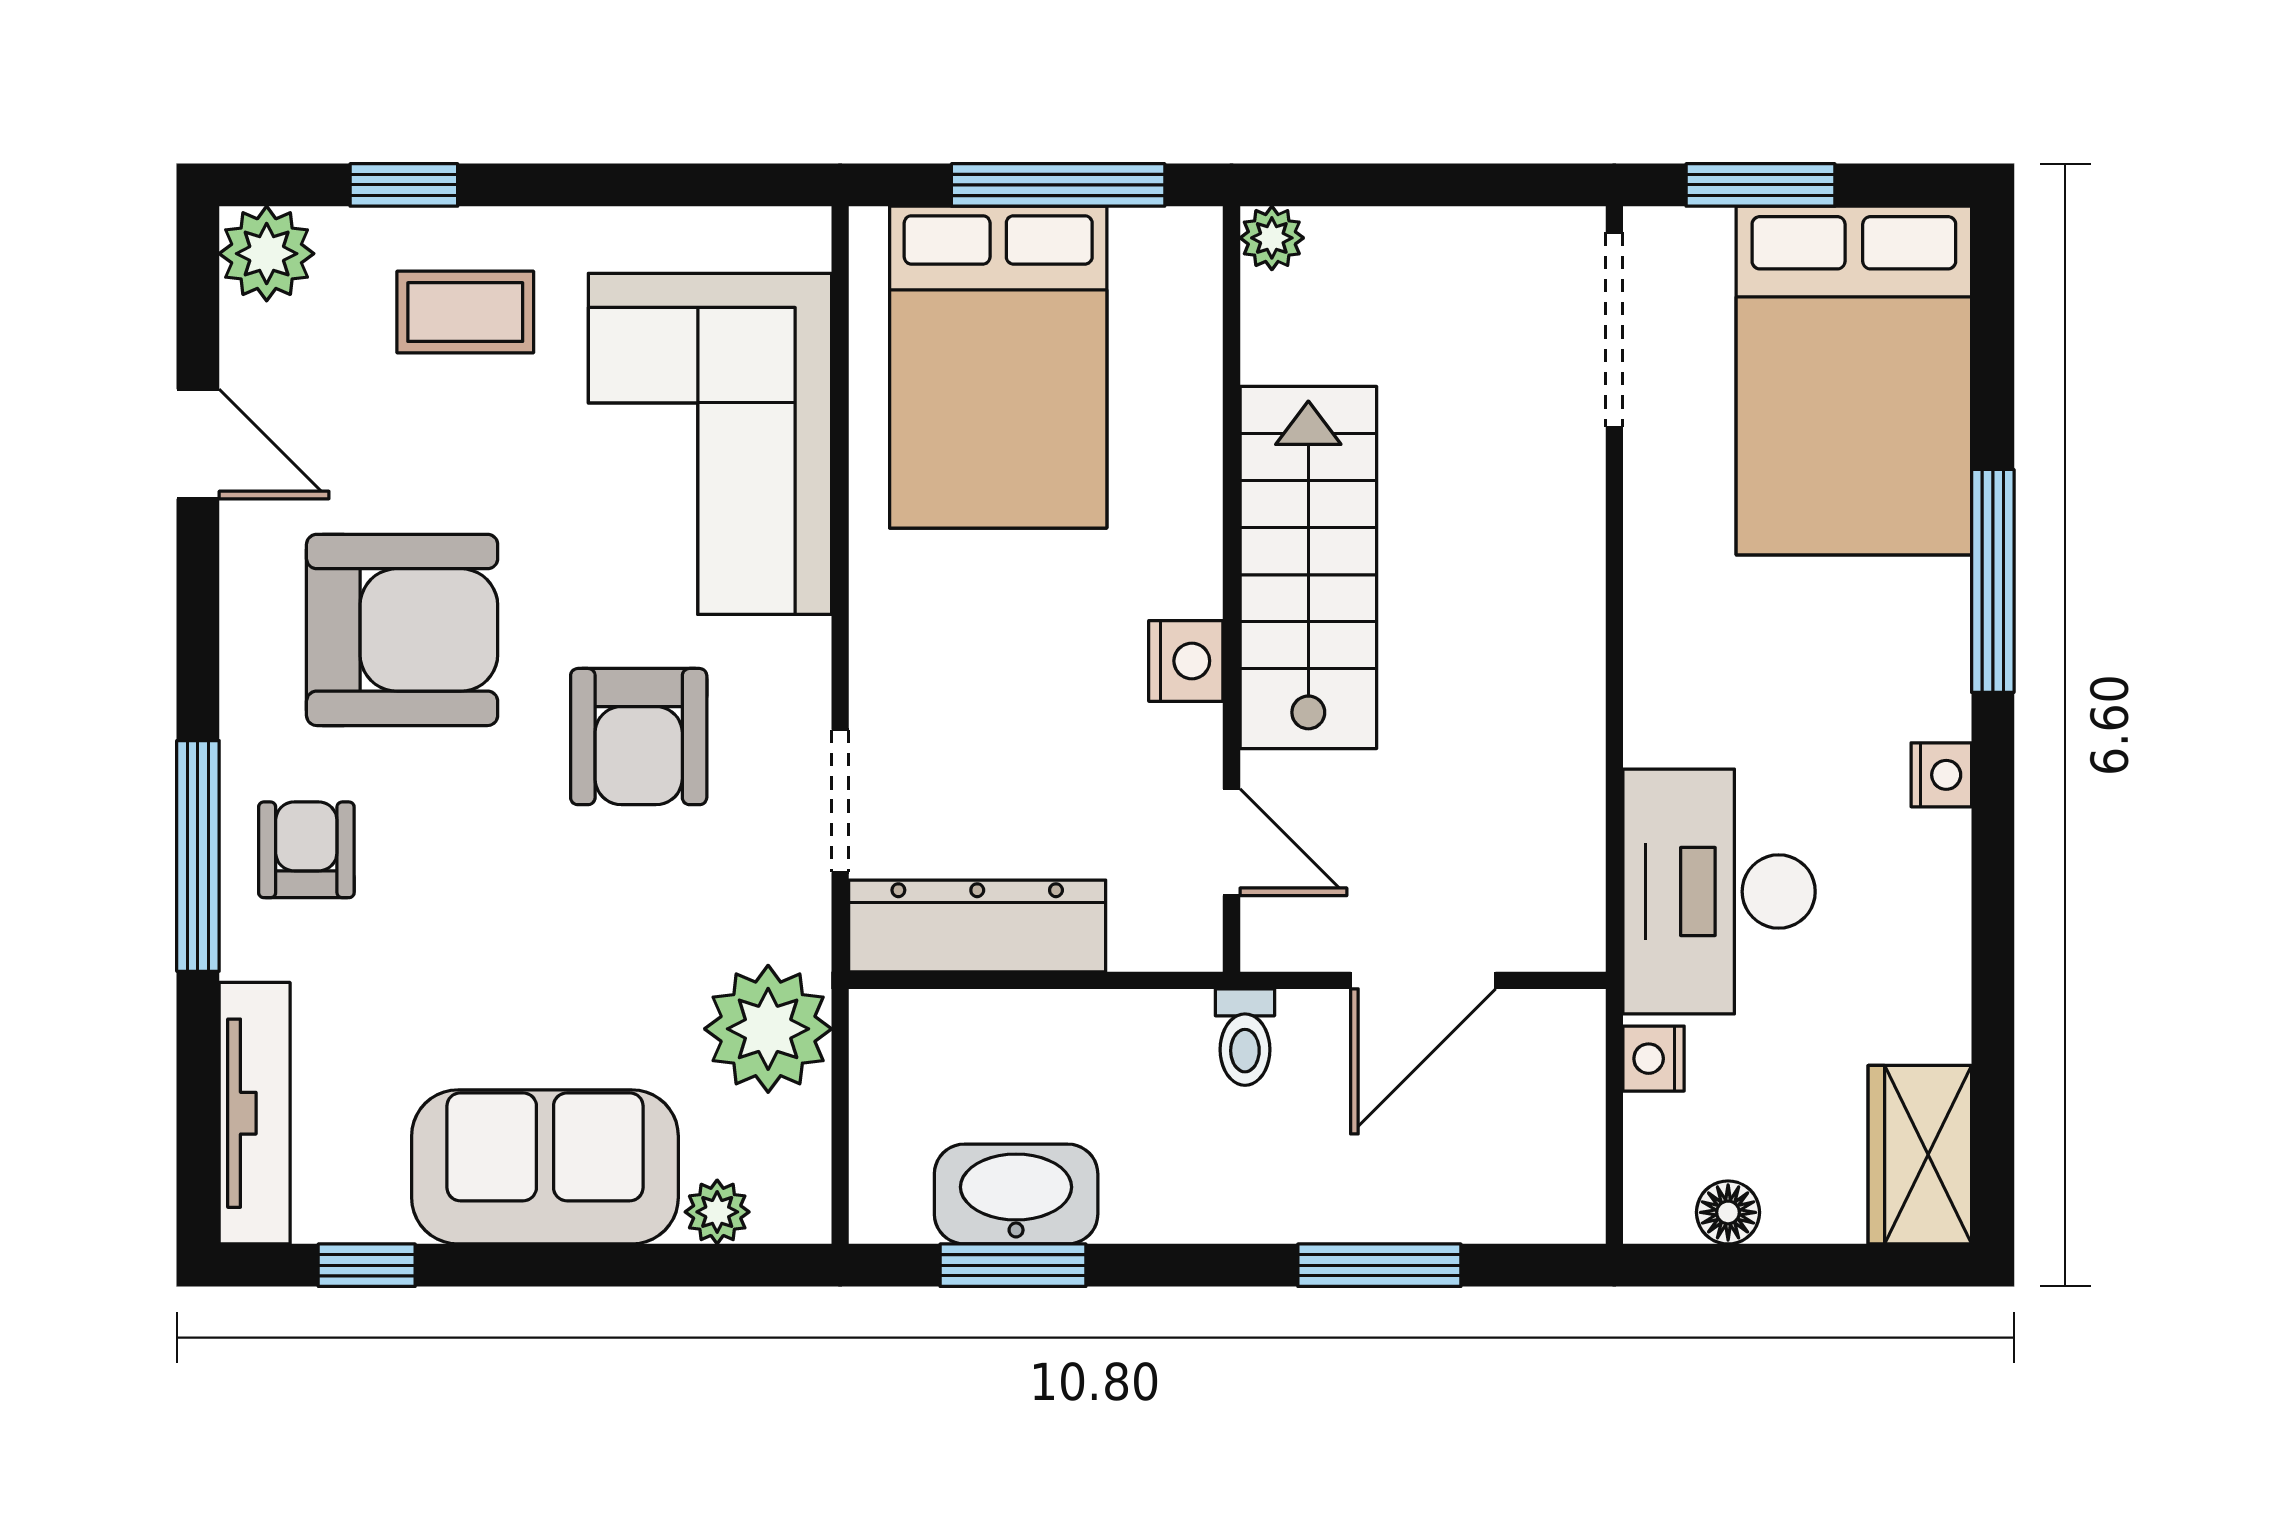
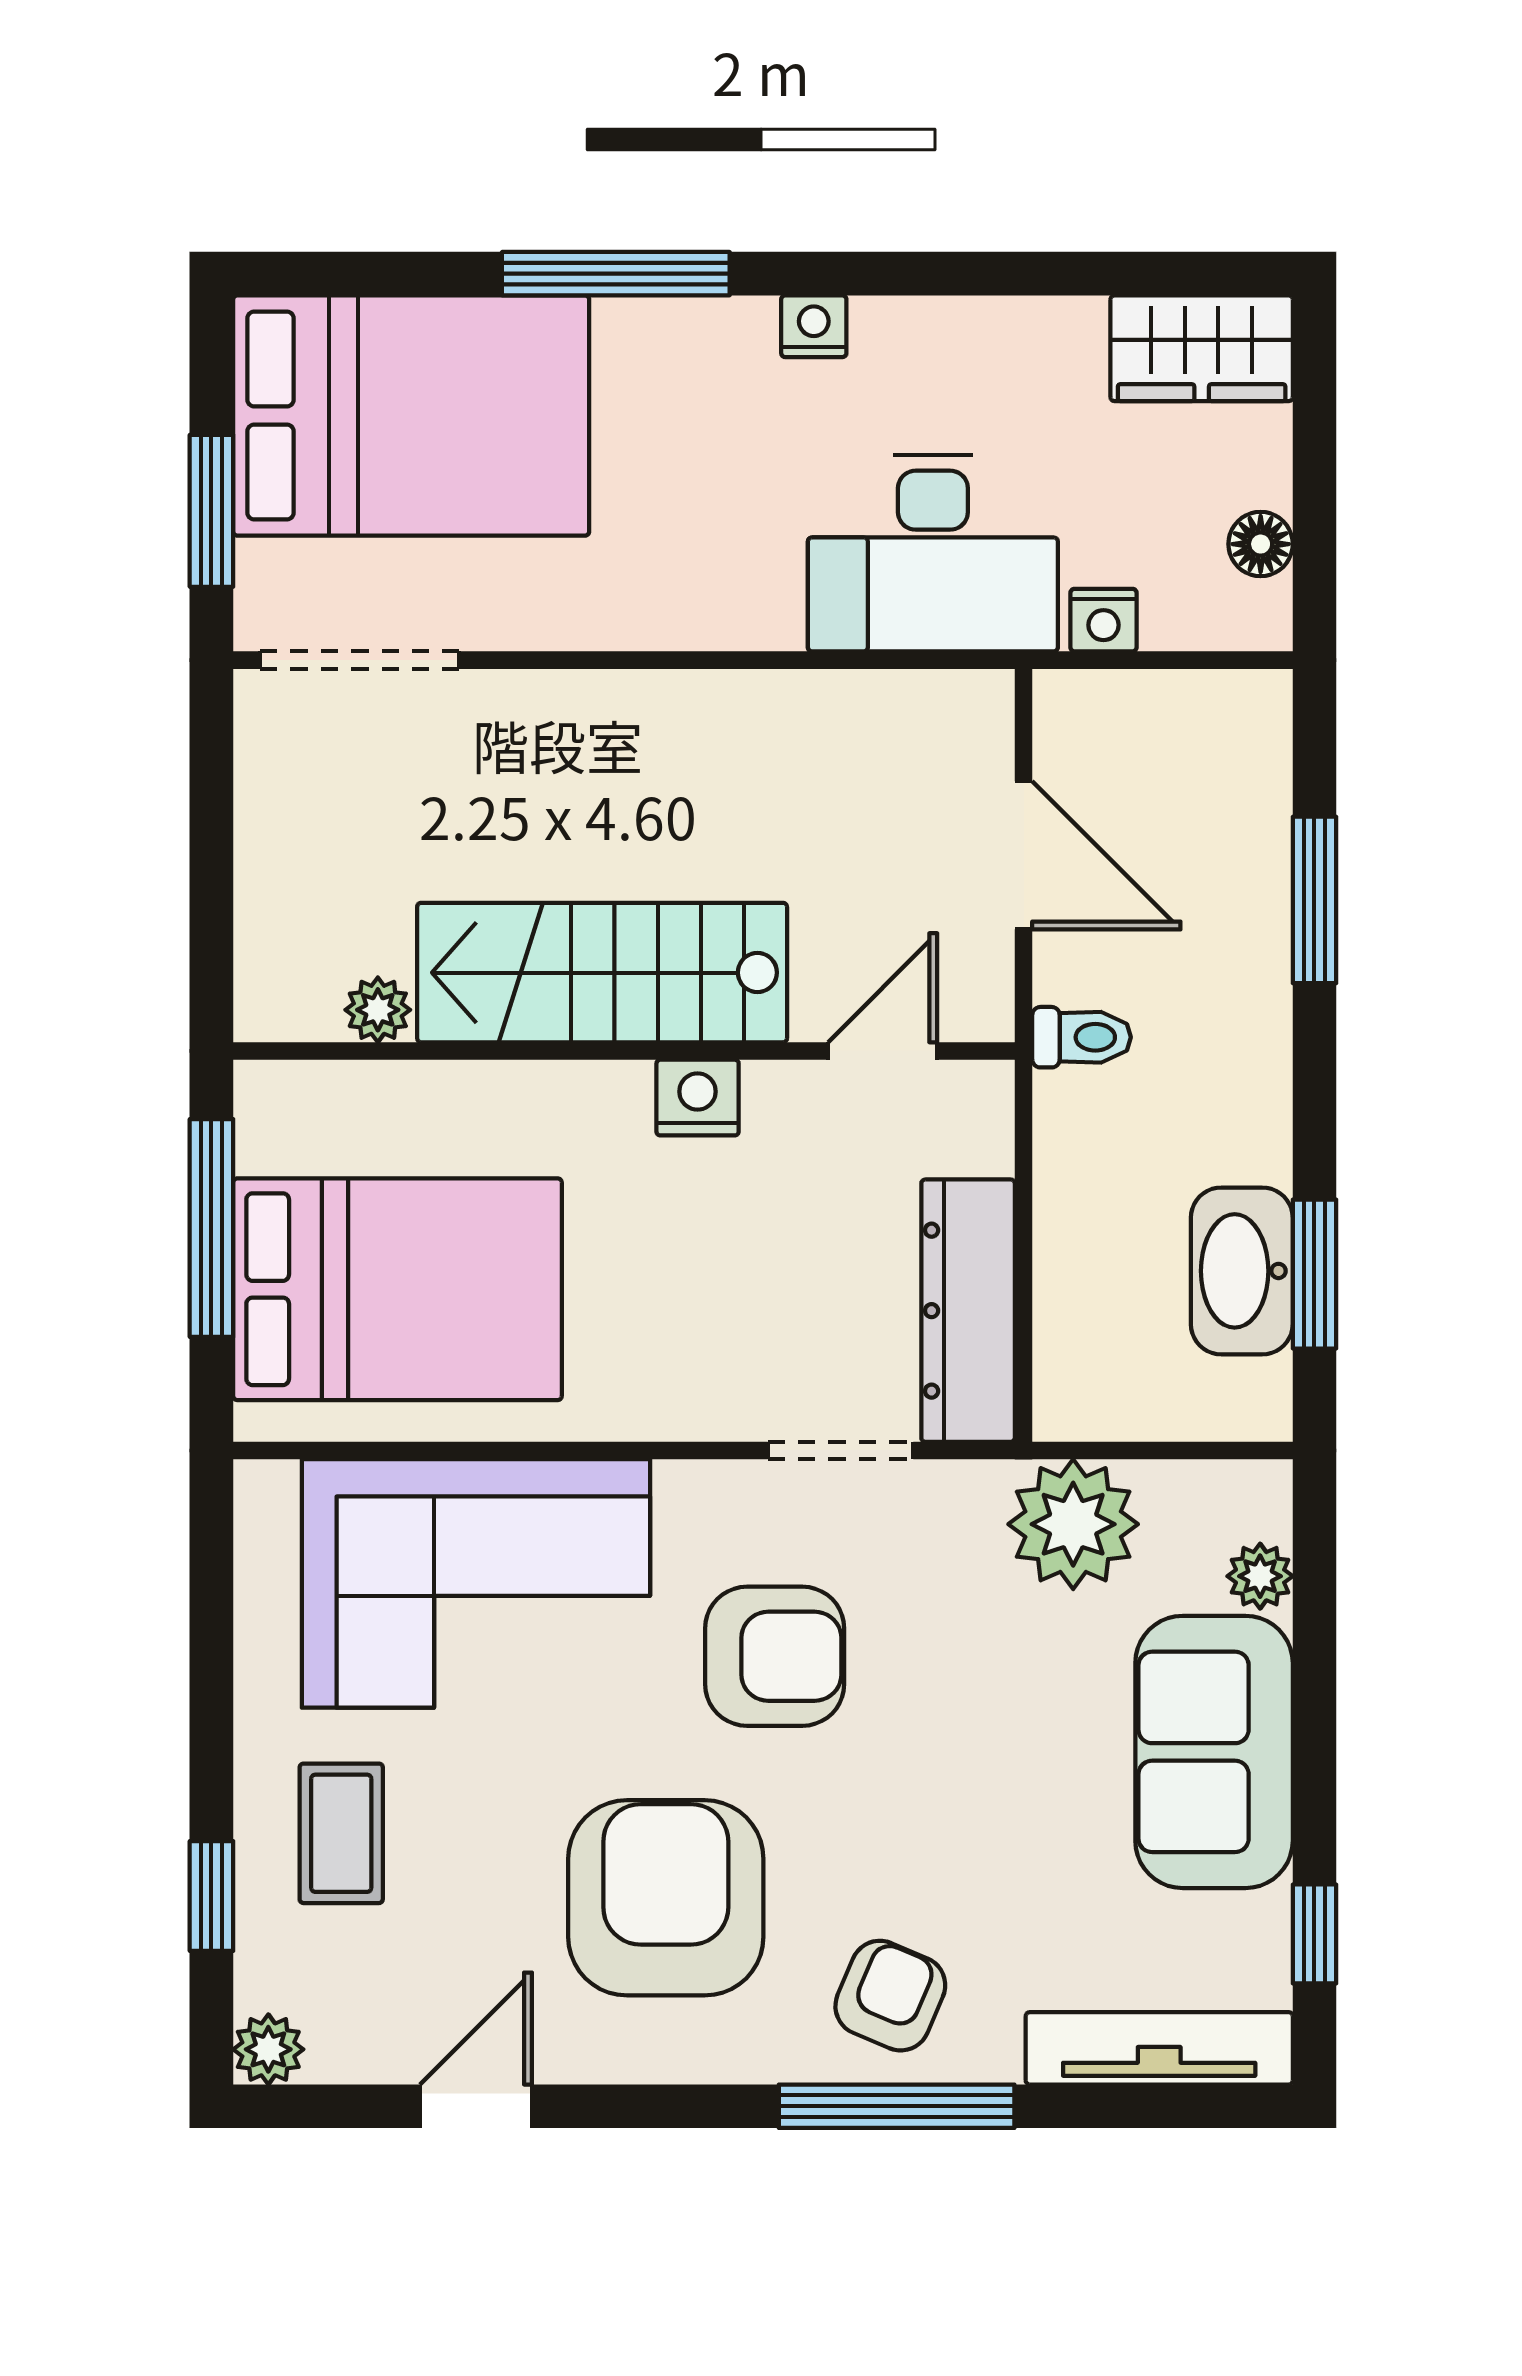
plant: (1272, 238) -> (378, 1010), moved
plant: (267, 254) -> (268, 2049), width x0.73, depth x0.73
armchair: (306, 850) -> (890, 1996), turned 113

